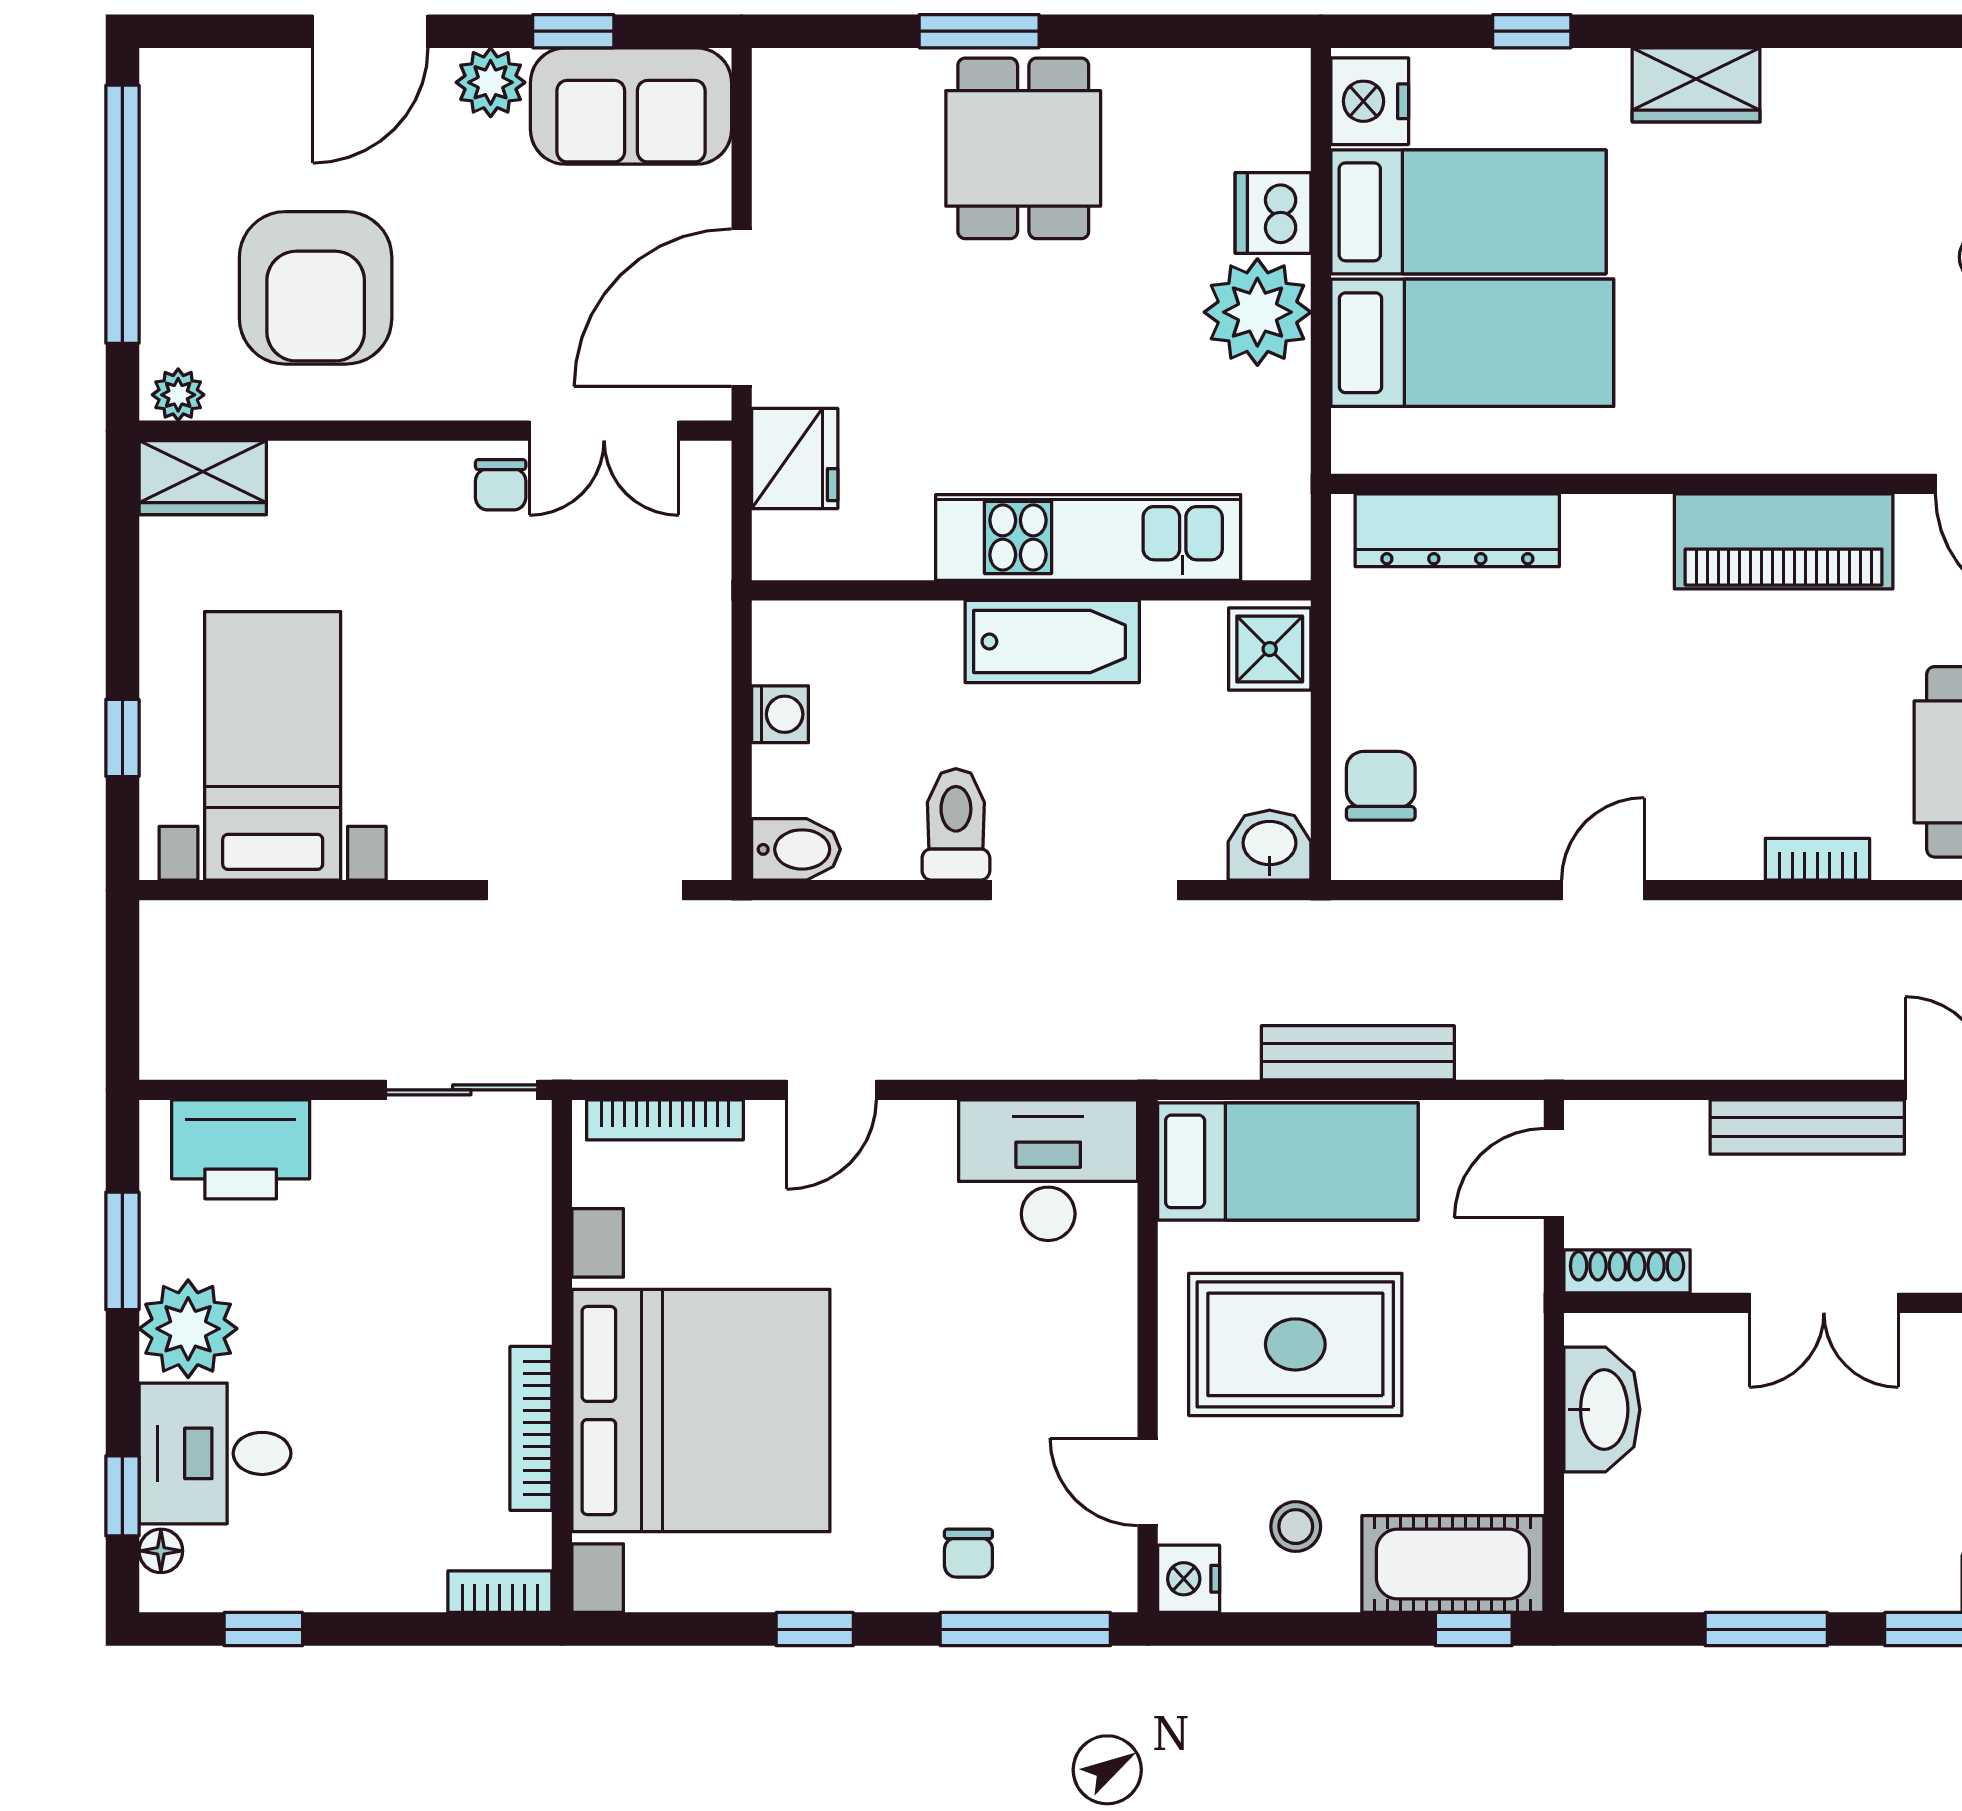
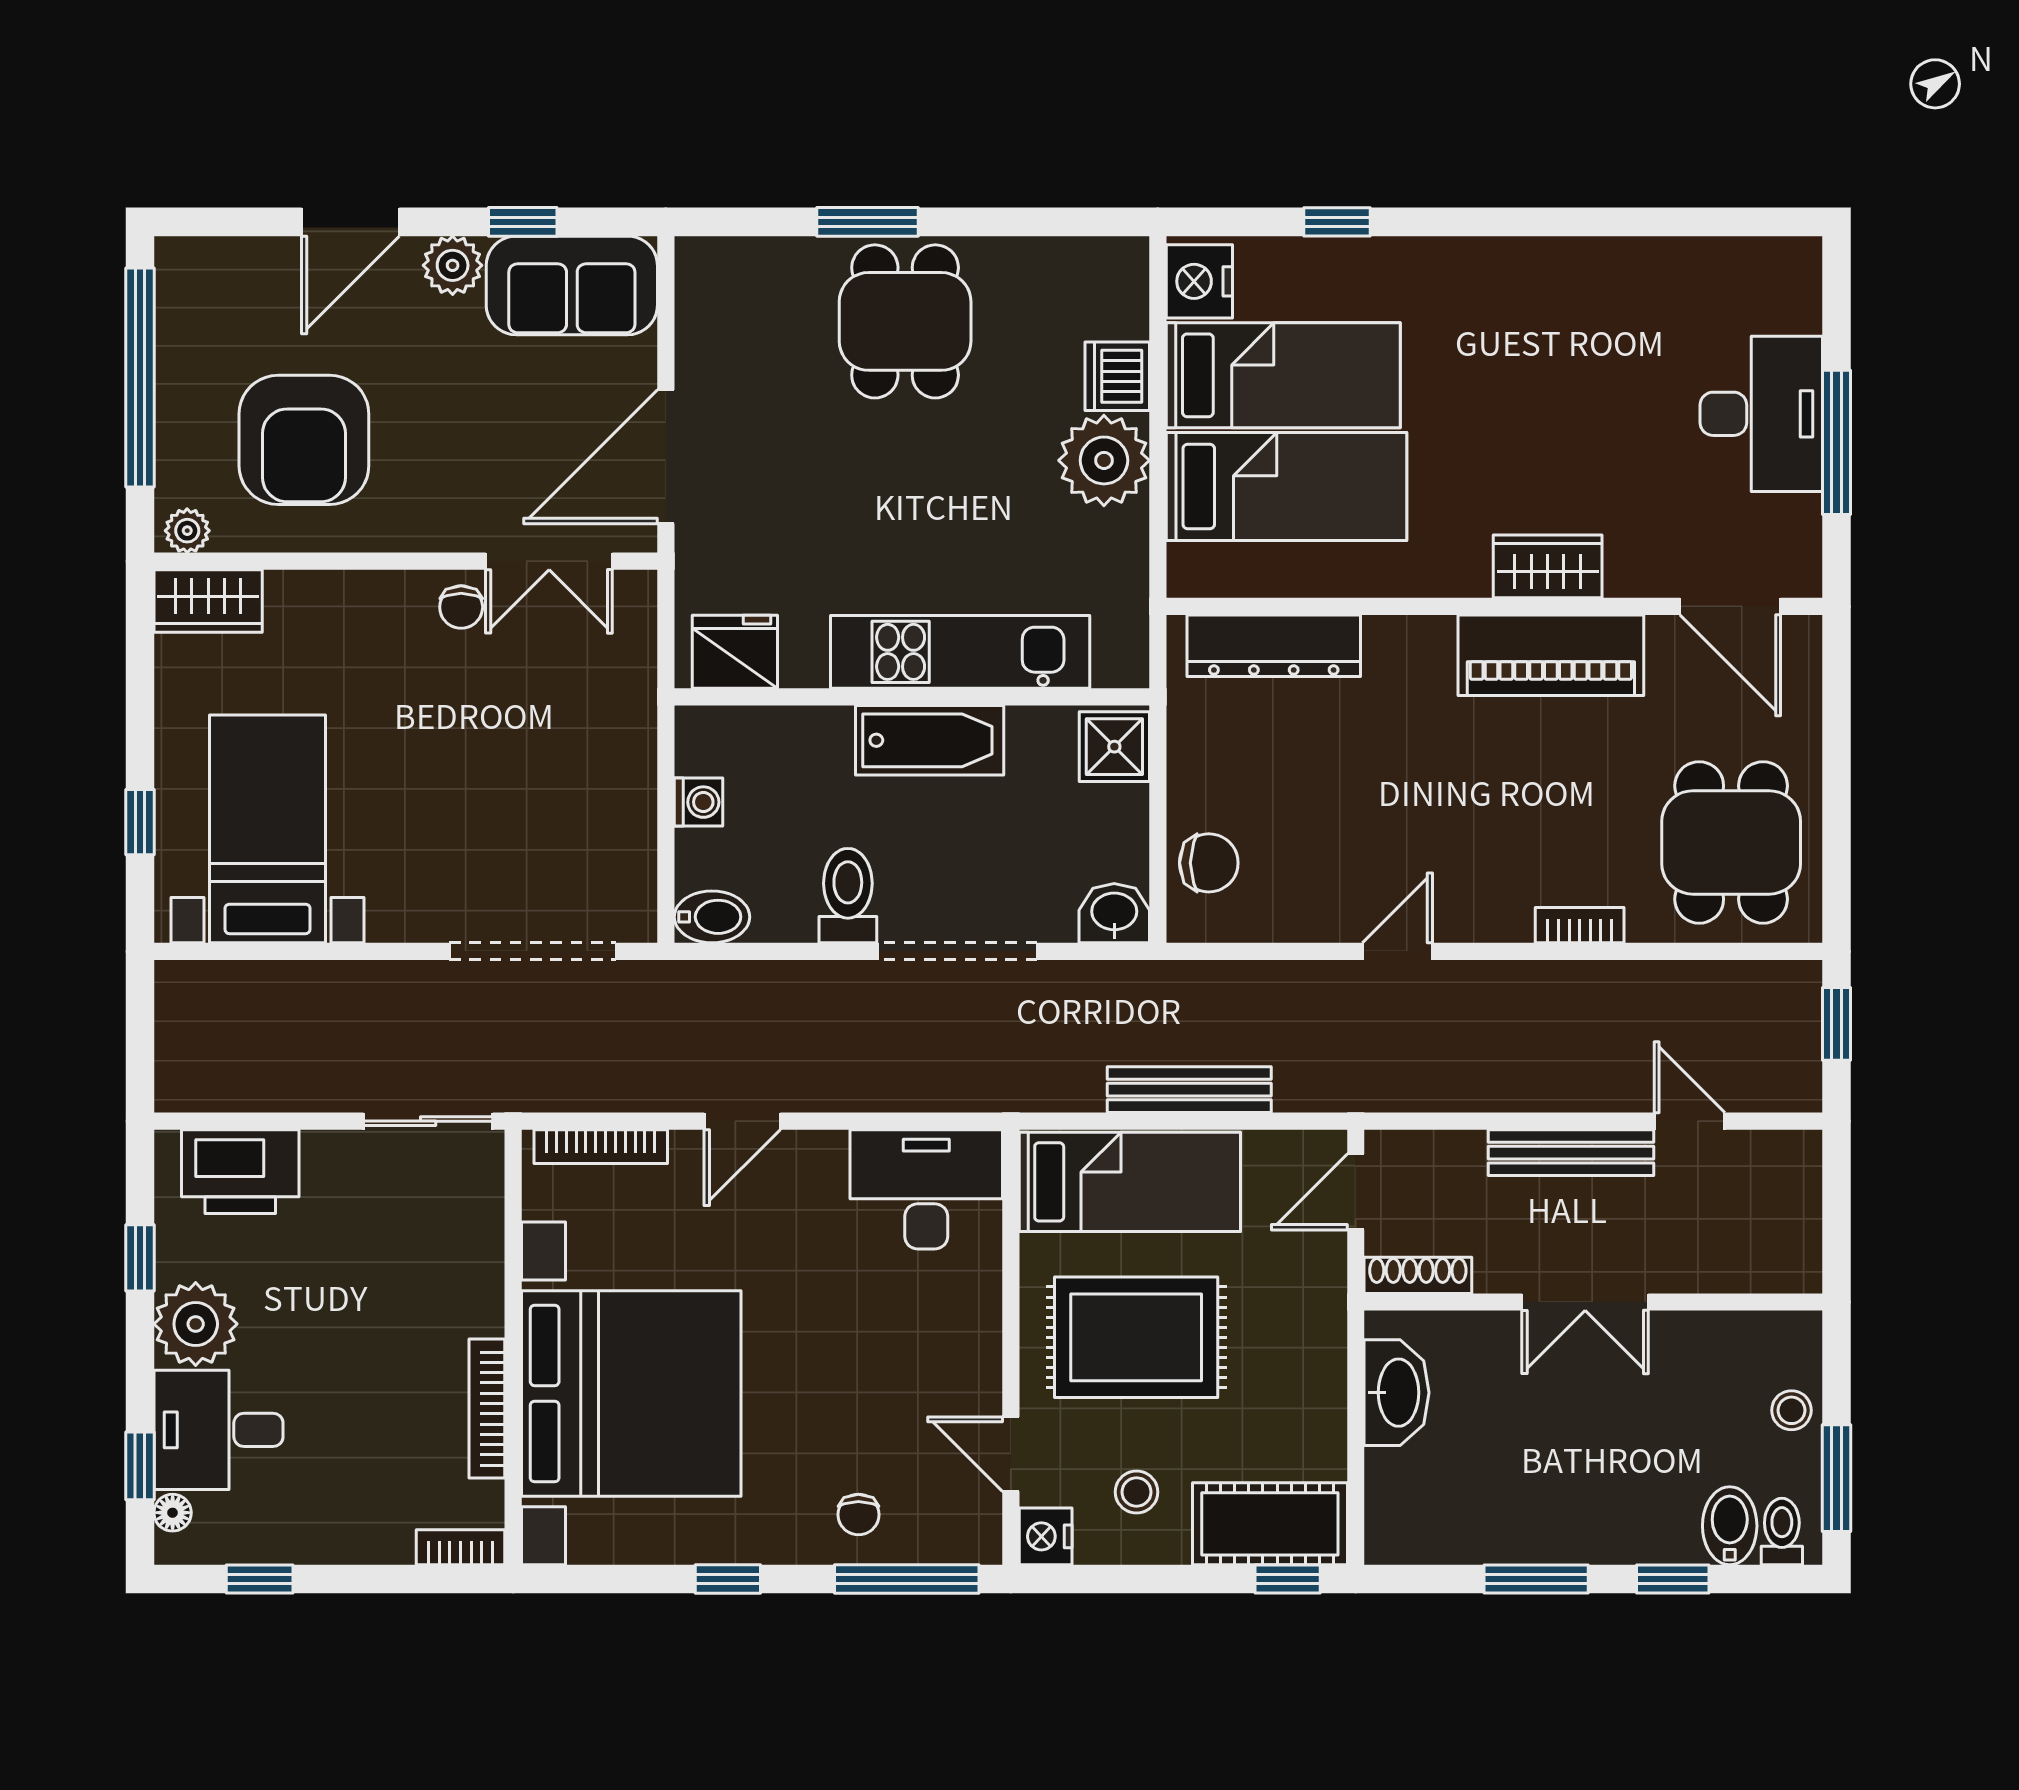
wardrobe: (1696, 85) -> (1548, 566), moved, turned 180
fridge: (795, 459) -> (735, 652), moved, turned -90
chair: (1381, 786) -> (1209, 863), turned 90
window: (122, 1251) -> (140, 1258), width x0.67

